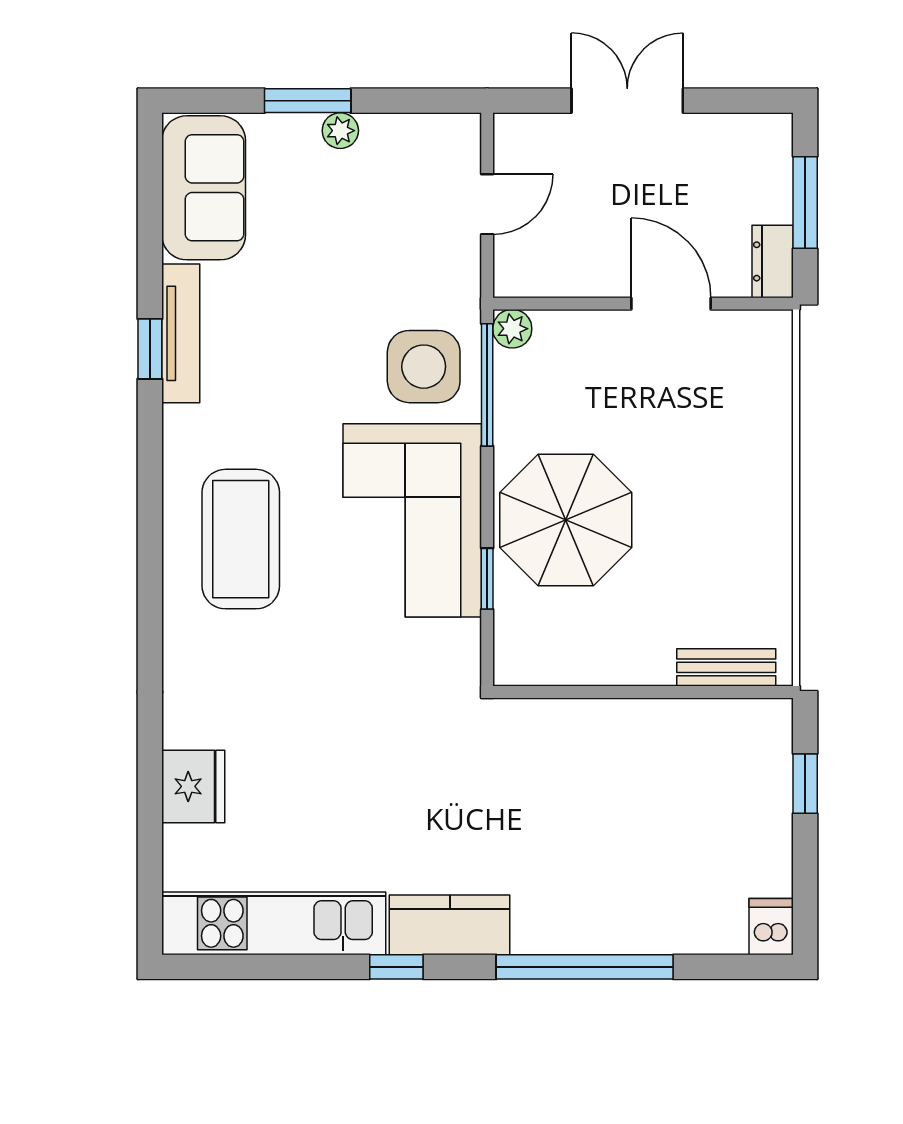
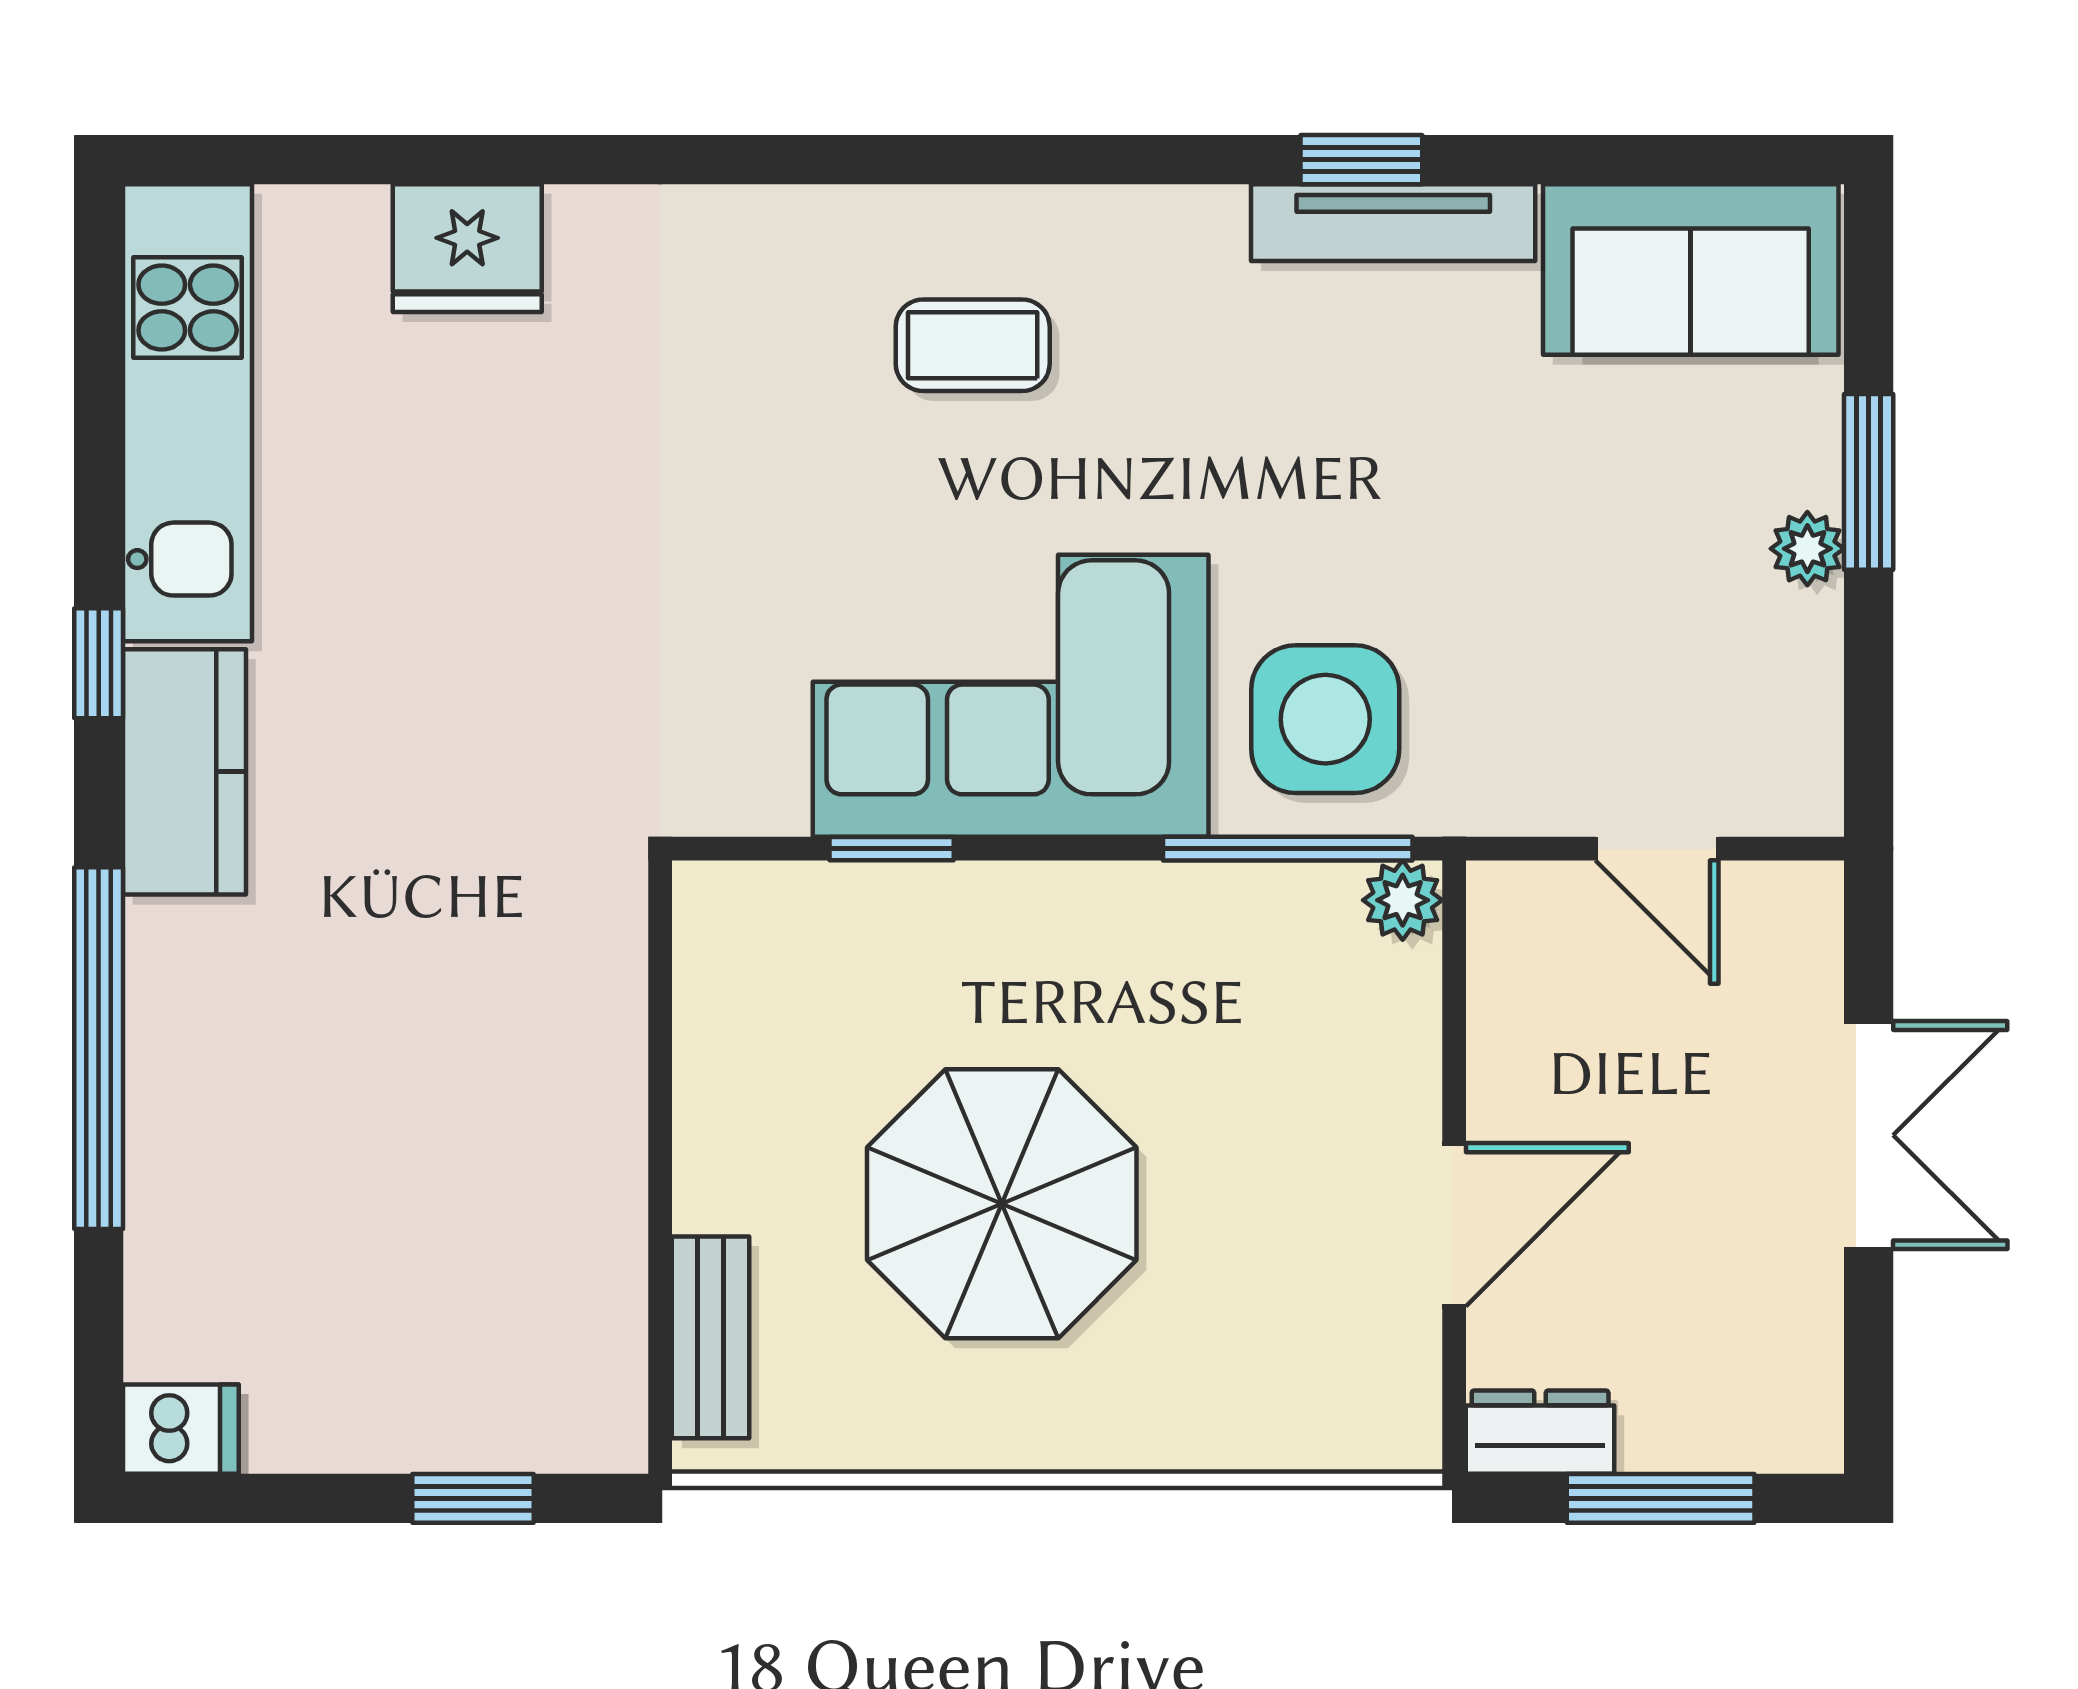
parasol: (566, 520) -> (1002, 1204), moved
coffee table: (241, 539) -> (973, 345), width x0.54, depth x0.58

